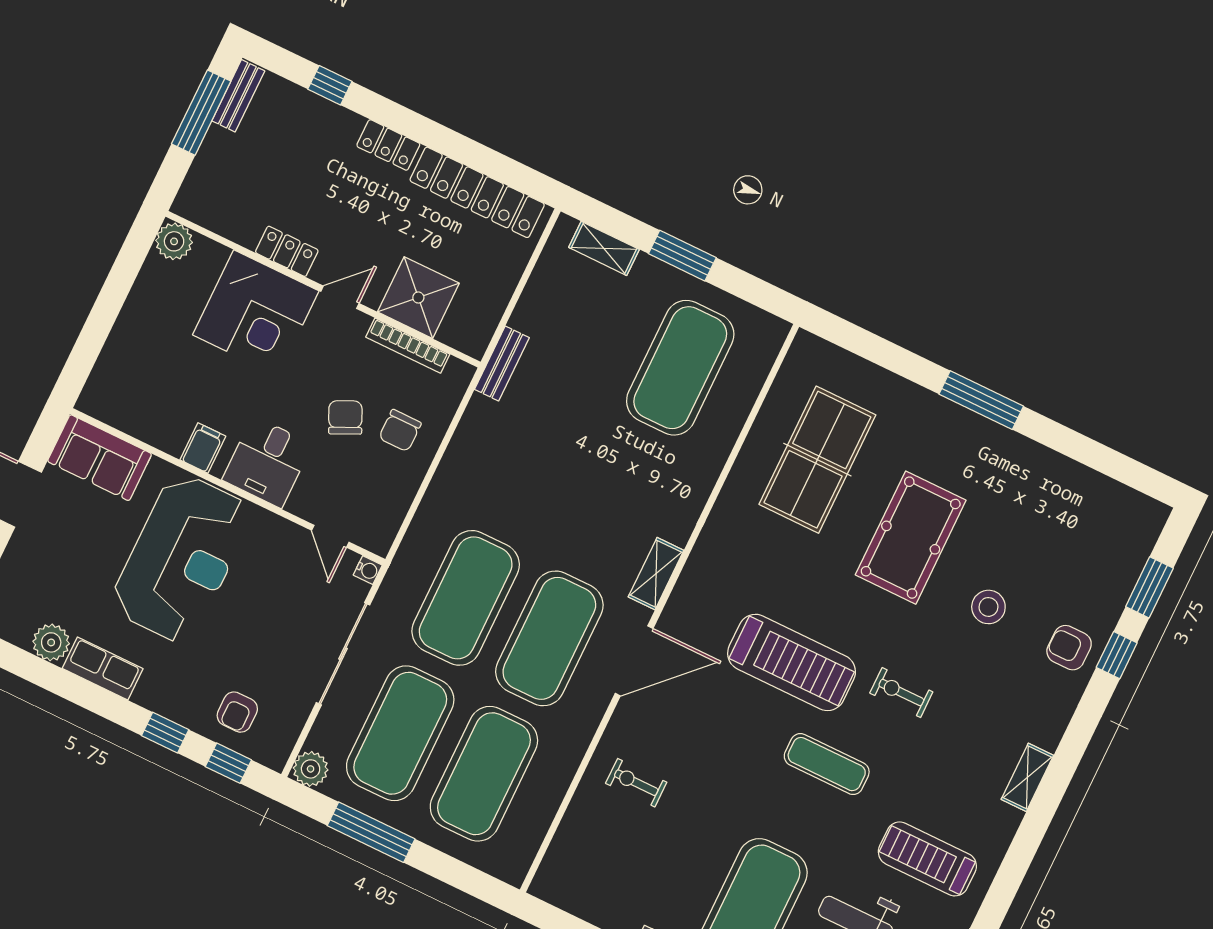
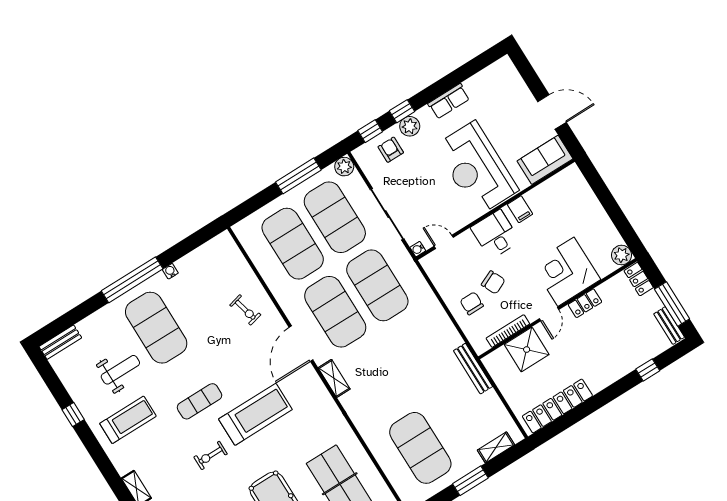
locker: (388, 145) -> (639, 279), moved, turned -90
bench: (502, 363) -> (473, 369), width x1.36
plant: (51, 642) -> (410, 126), moved
treadmill: (792, 662) -> (255, 414), turned 180
exercise bike: (901, 693) -> (211, 455), turned 180
exercise bike: (636, 783) -> (245, 310), turned 76

